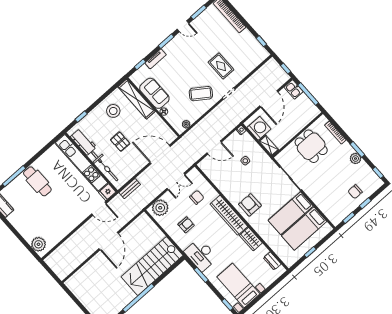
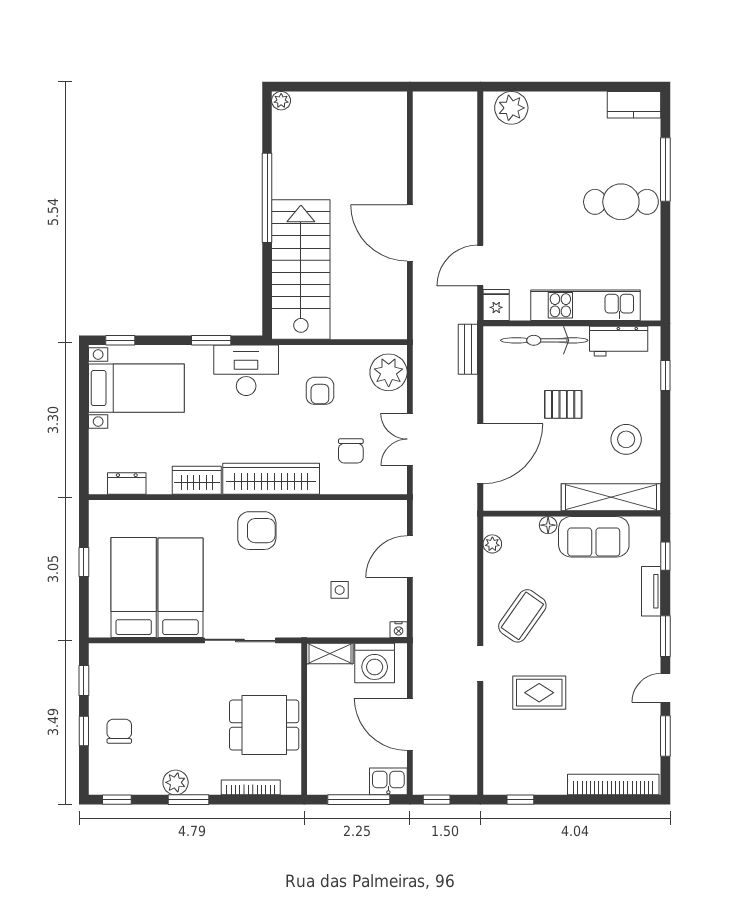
kitchen unit: (81, 163) -> (585, 305), width x0.73

